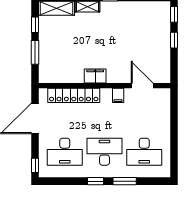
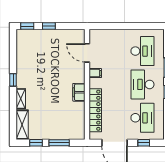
door: (142, 86) -> (87, 53), hinge flipped
window: (35, 165) -> (144, 143), moved

